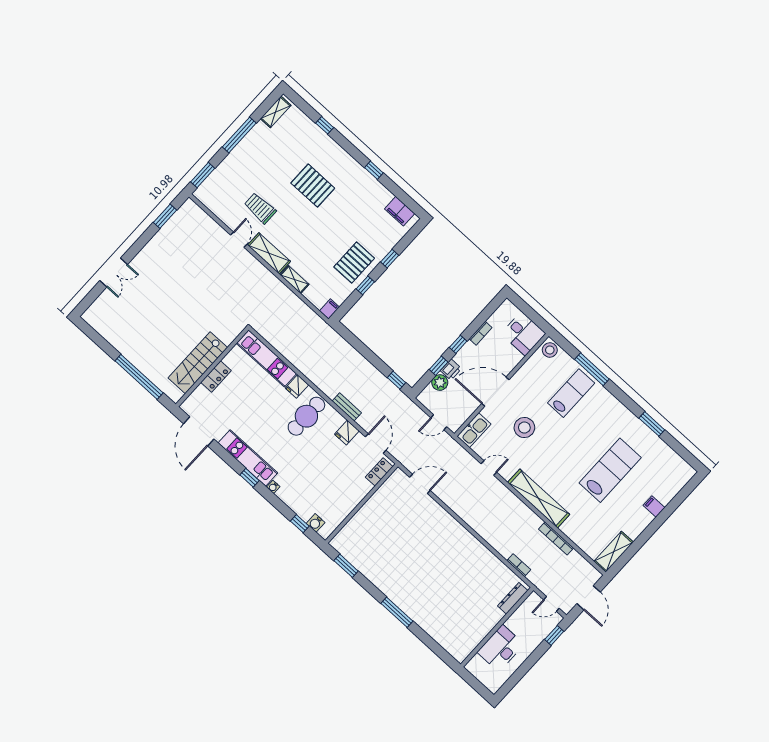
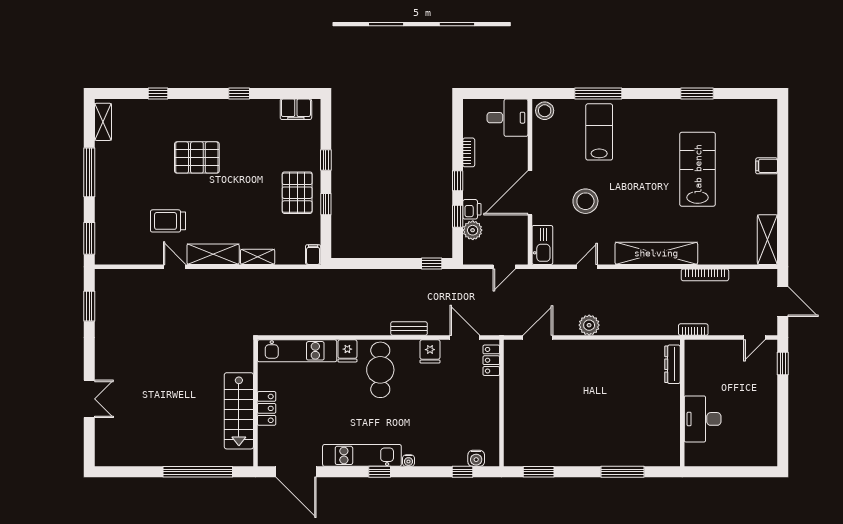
plant: (458, 505) -> (589, 325), added
dresser: (513, 598) -> (672, 364), moved
wall: (497, 627) -> (682, 403), moved
desk: (501, 648) -> (703, 419), moved

